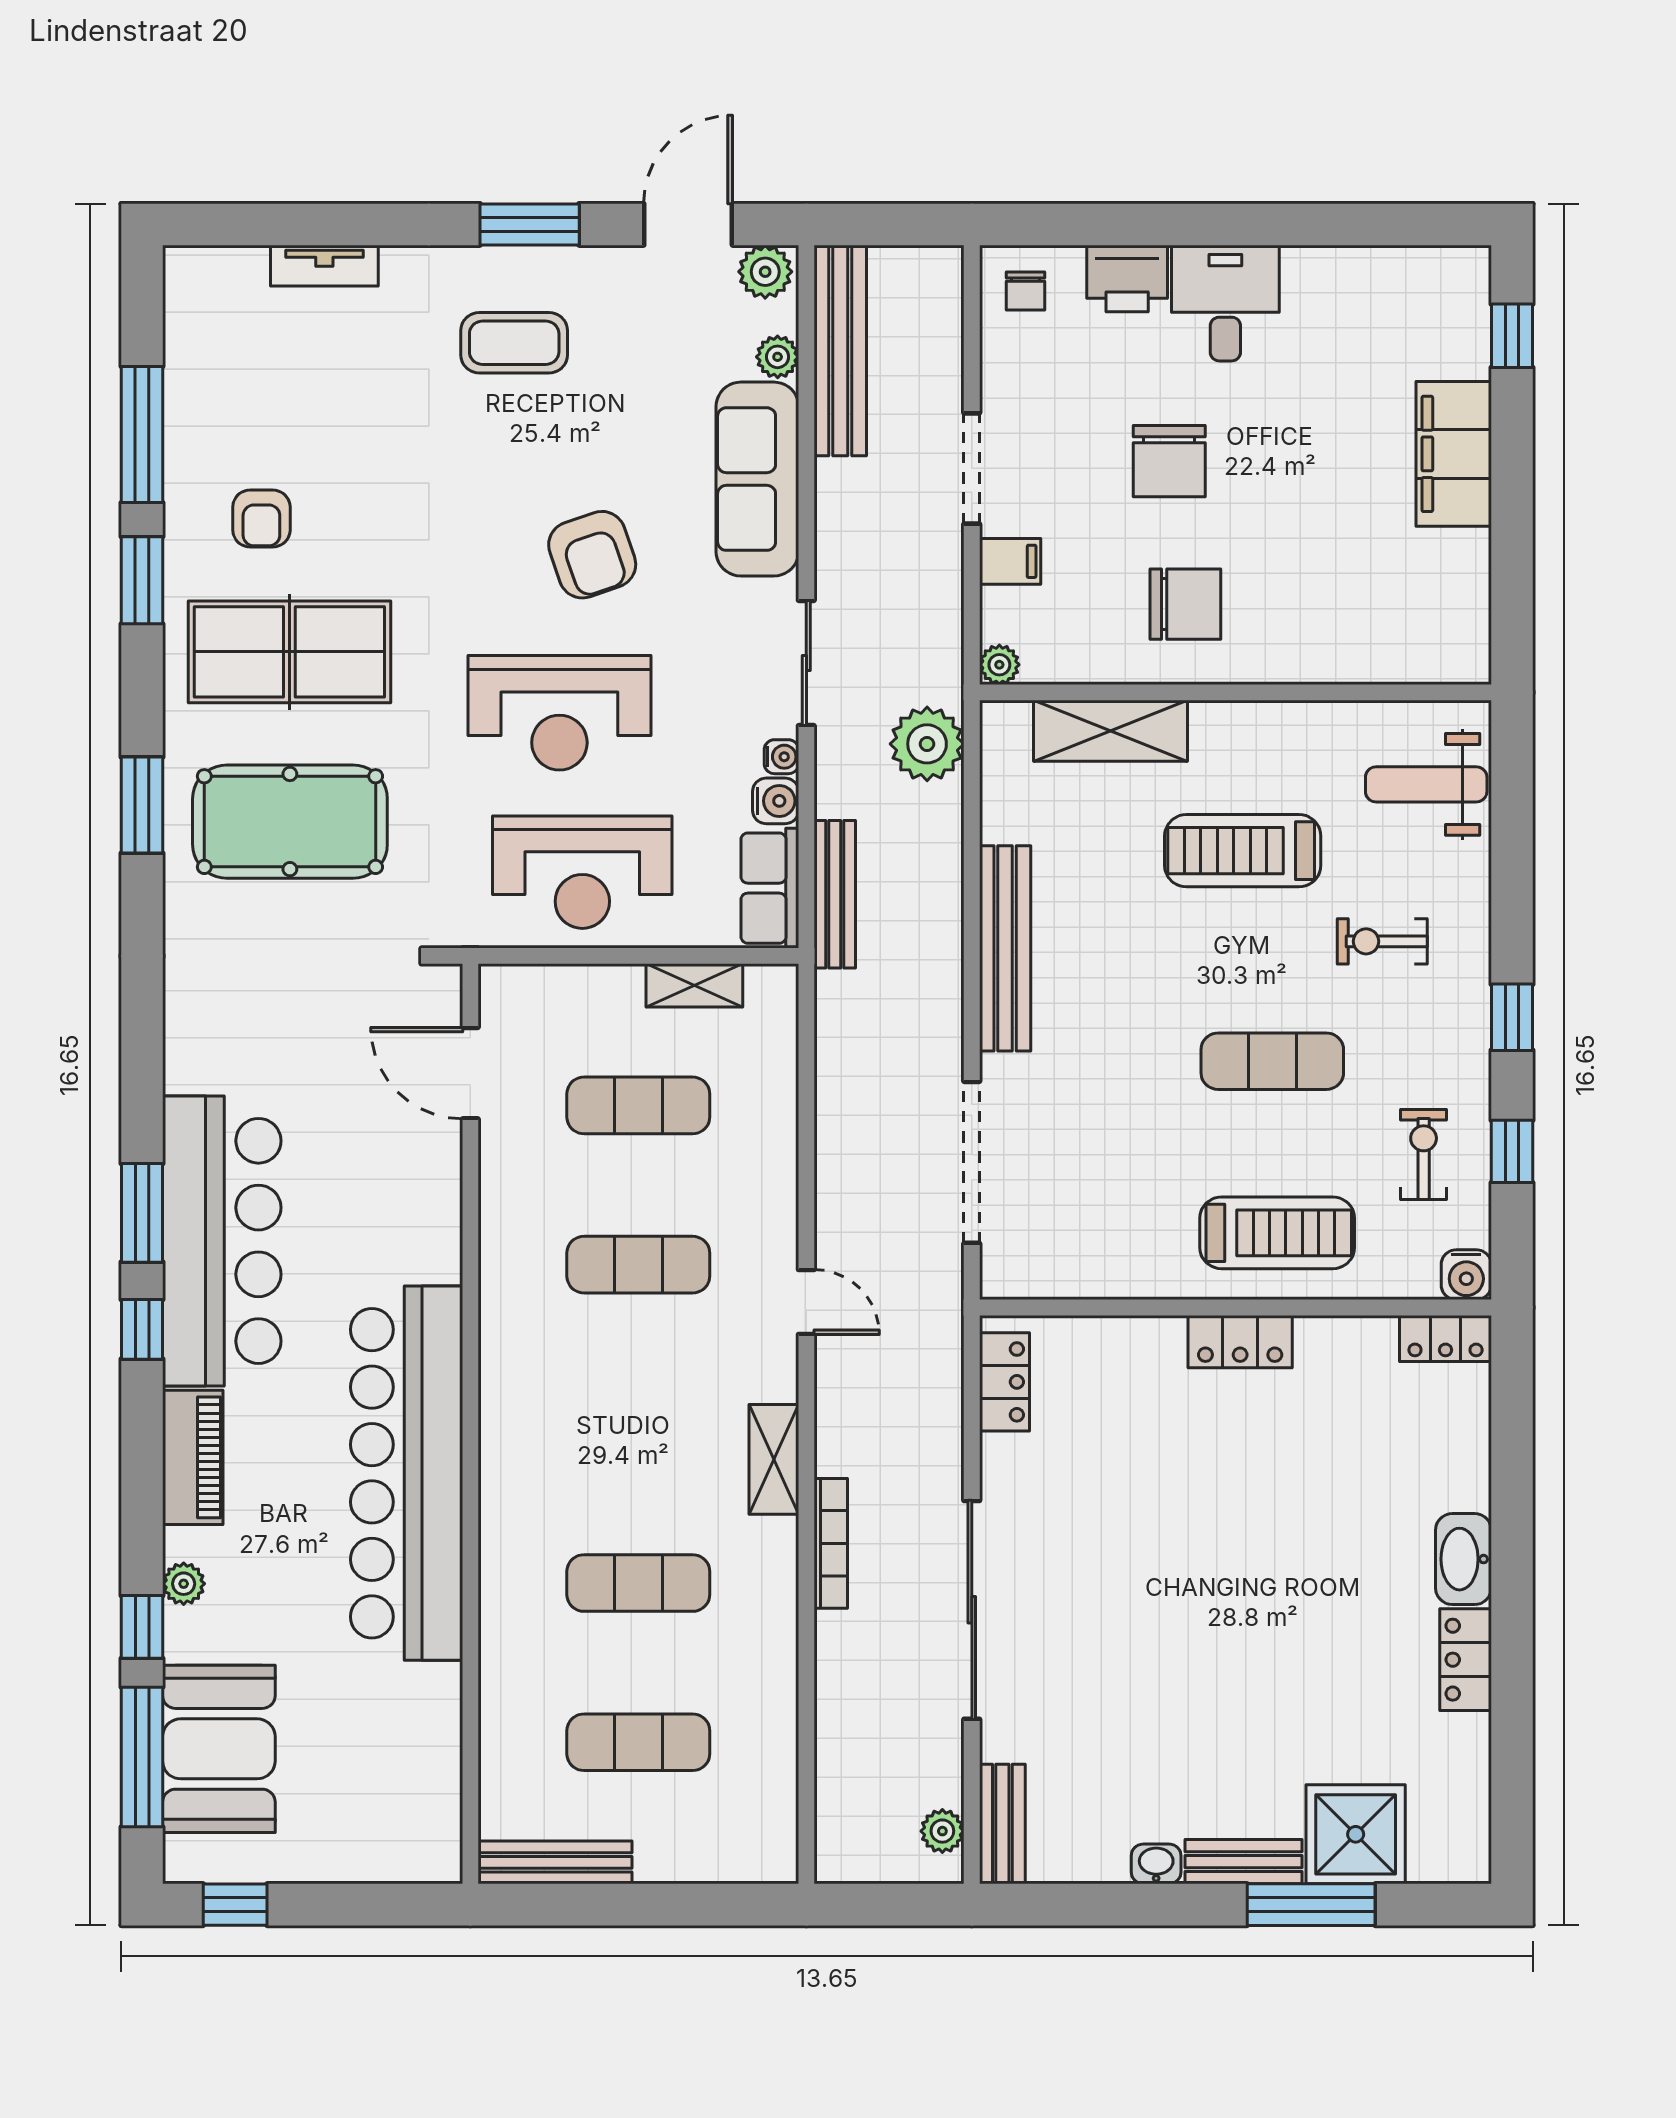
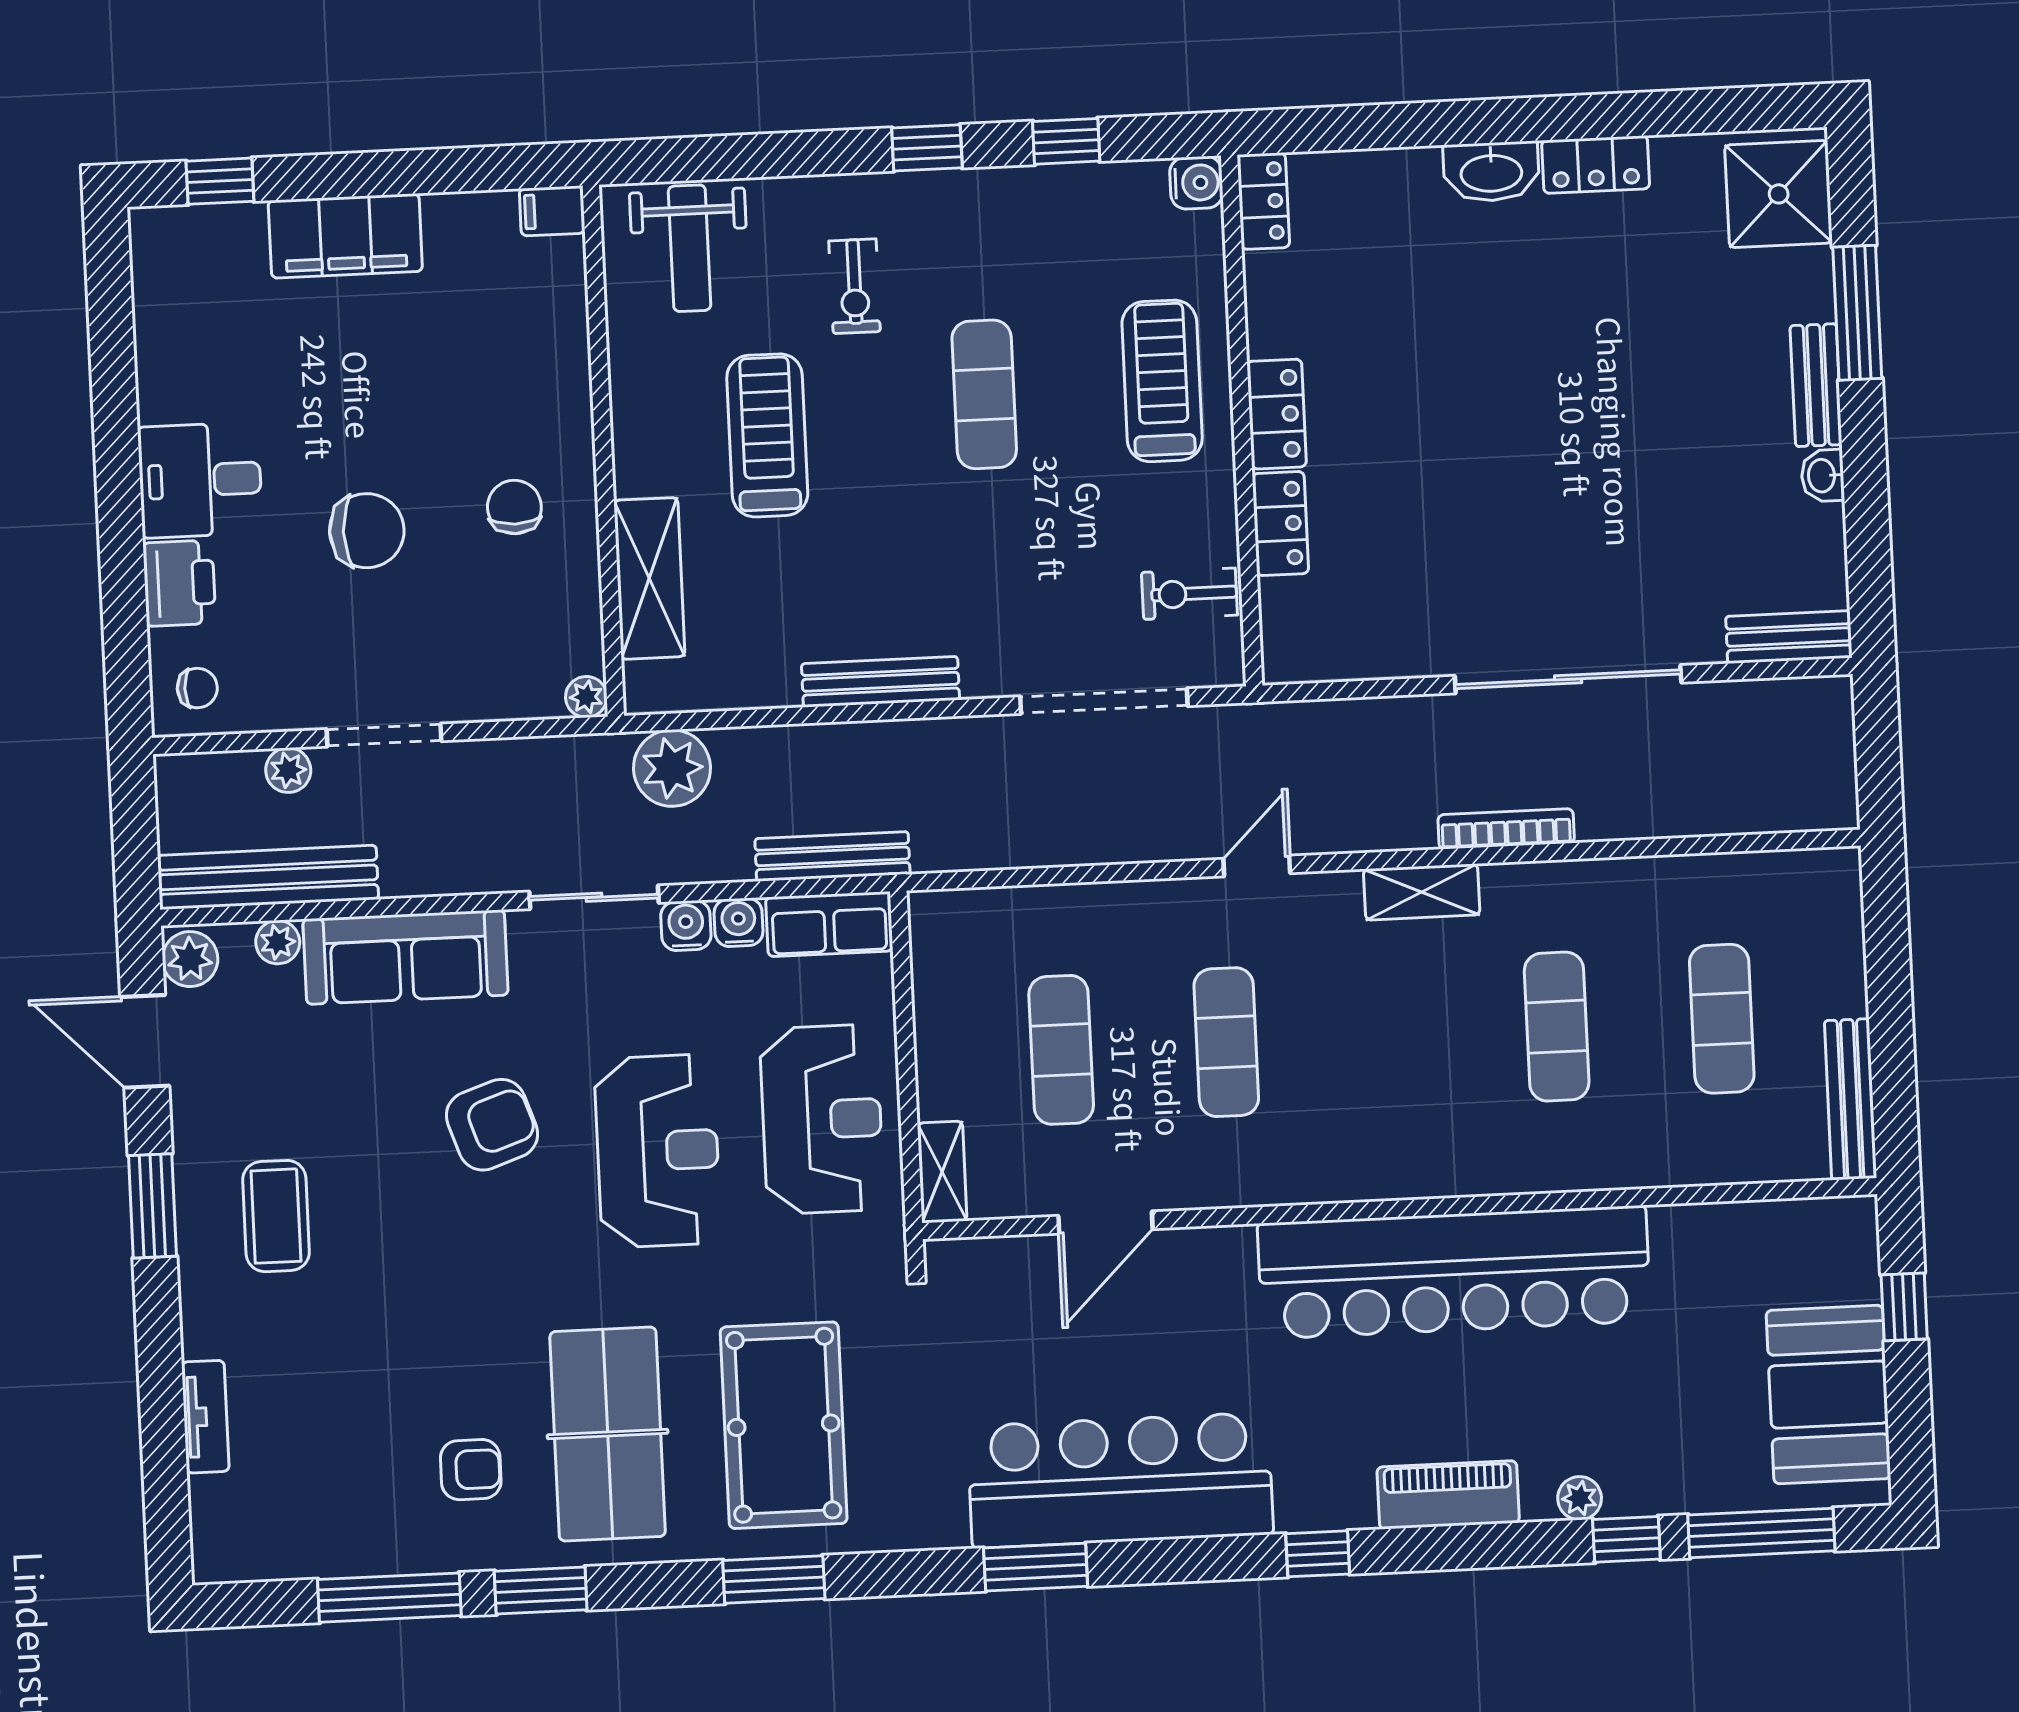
filing cabinet: (1010, 561) -> (552, 211), moved, turned -90
chair: (1185, 604) -> (514, 507), width x0.73, depth x0.73
water cooler: (781, 757) -> (686, 926), width x1.38, depth x1.38
treadmill: (1243, 851) -> (767, 435), turned 180
bench: (1005, 948) -> (881, 682), width x0.73, depth x0.82
shelving: (694, 985) -> (942, 1172), moved
door: (470, 1073) -> (1106, 1223), moved
exercise bike: (1424, 1155) -> (1189, 594), moved
window: (142, 1213) -> (1036, 1567), moved
bar counter: (222, 1241) -> (1120, 1480), moved
locker: (1004, 1382) -> (1280, 524), moved, turned 90
booth: (219, 1749) -> (1828, 1395), moved, turned 90
plant: (942, 1831) -> (288, 770), moved
shower: (1356, 1834) -> (1779, 194), moved
window: (235, 1905) -> (1904, 1307), moved

